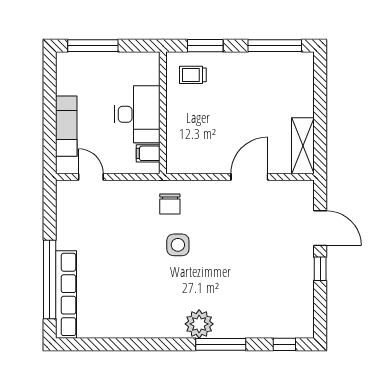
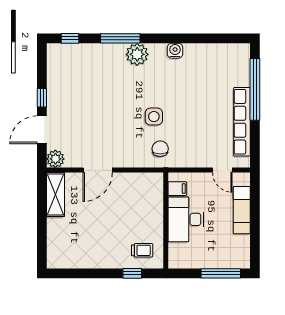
window: (205, 46) -> (132, 273), width x0.67
window: (275, 46) -> (78, 273), removed
plant: (303, 191) -> (55, 159), added
door: (320, 228) -> (42, 130), hinge flipped
row of seats: (66, 294) -> (242, 122), moved
water cooler: (151, 329) -> (175, 51), added

